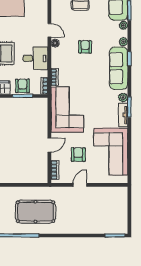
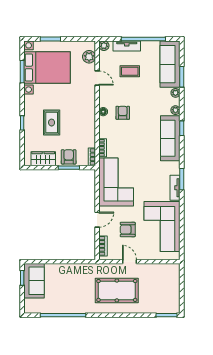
door: (49, 30) -> (97, 78), moved
armchair: (85, 47) -> (123, 113), moved
desk: (35, 58) -> (82, 128), removed
plant: (123, 97) -> (175, 169), removed
armchair: (78, 154) -> (128, 230), turned -90
door: (80, 185) -> (129, 262), hinge flipped
pool table: (36, 212) -> (117, 290), moved

